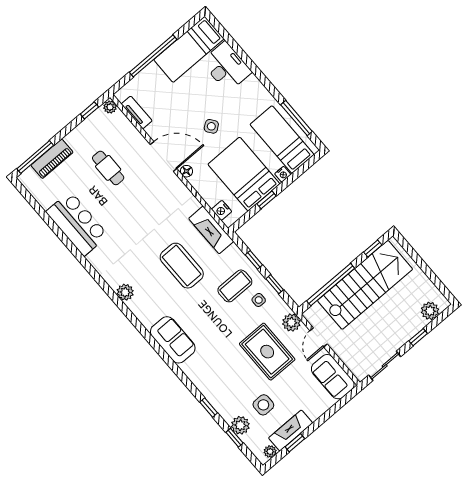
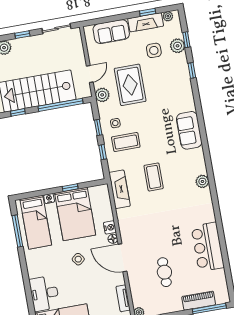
nightstand: (222, 210) -> (110, 227), moved
coffee table: (182, 266) -> (154, 177), width x0.73, depth x0.76
sofa: (333, 377) -> (111, 32), moved, turned 90

